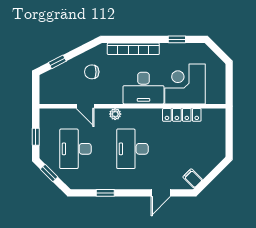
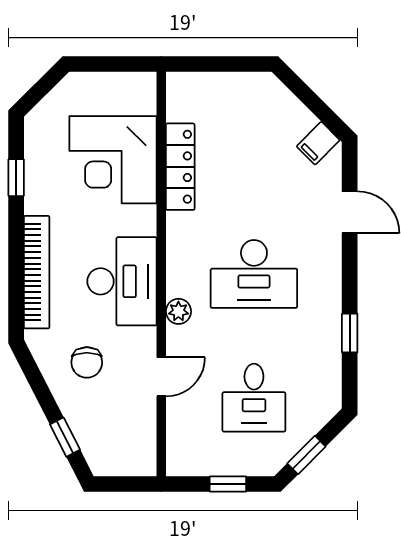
desk: (143, 88) -> (122, 281), moved
desk: (76, 149) -> (254, 398), width x0.73

